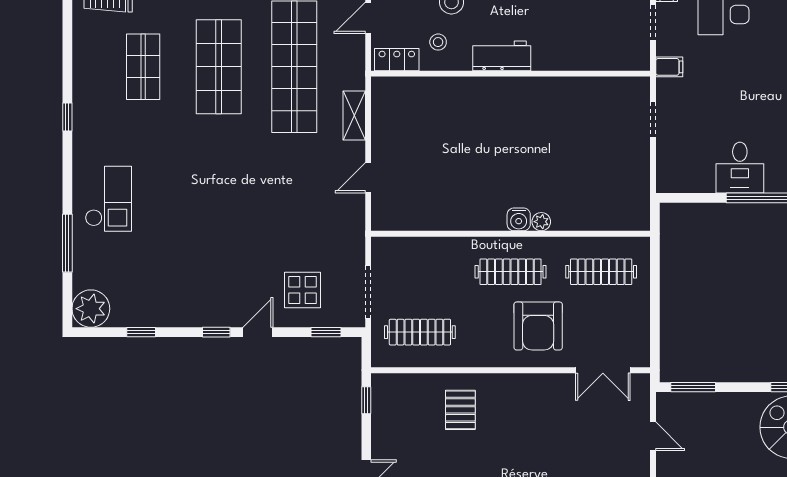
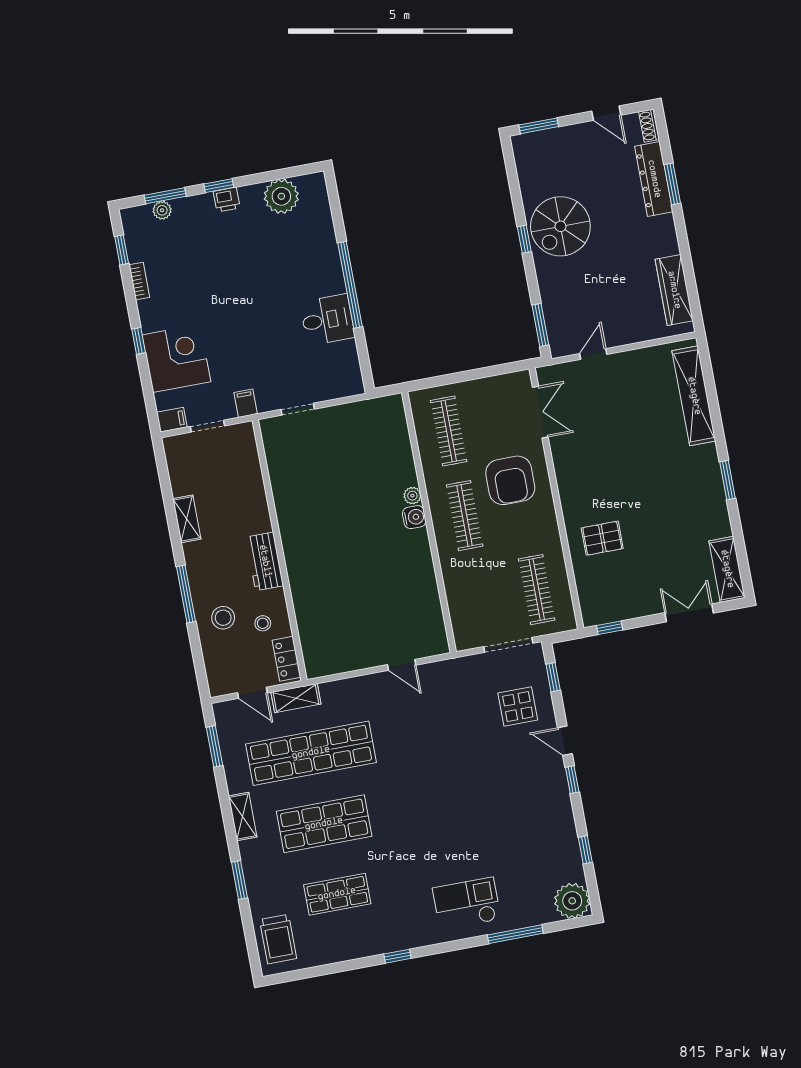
shelving: (354, 115) -> (296, 698), moved
armchair: (538, 326) -> (510, 480), turned 90

